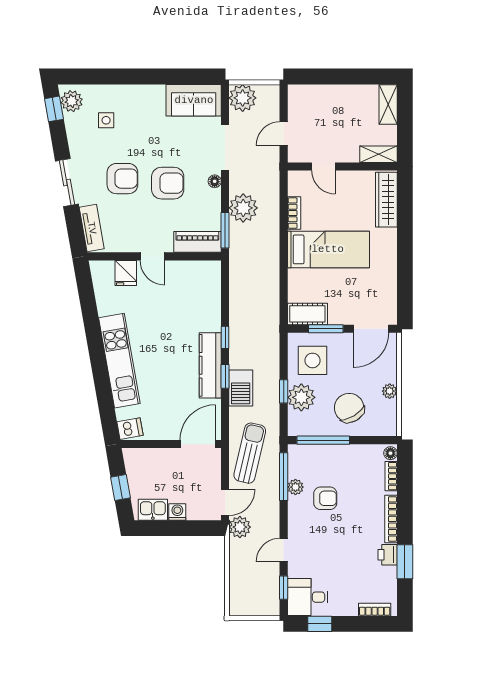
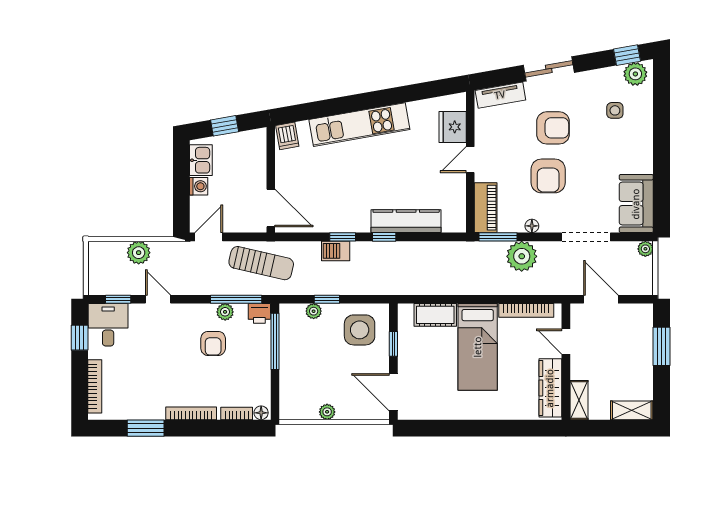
window: (328, 77) -> (661, 346), added
plant: (243, 98) -> (645, 249), width x0.53, depth x0.53
door: (284, 134) -> (601, 299), width x1.38
door: (323, 166) -> (566, 342), hinge flipped
armchair: (122, 179) -> (553, 128), turned -90
floor lamp: (215, 181) -> (532, 226), moved
wardrobe: (386, 200) -> (550, 388), moved, turned -90
bookcase: (294, 213) -> (526, 310), width x1.56
fridge: (126, 273) -> (453, 127), width x1.38
cot: (307, 314) -> (435, 315), moved, turned 90
window: (326, 329) -> (393, 344), width x0.67
kitchen counter: (210, 365) -> (406, 221), moved
barbecue: (241, 388) -> (336, 251), width x0.73, depth x0.79
plant: (301, 397) -> (314, 311), width x0.53, depth x0.53
chair: (349, 408) -> (309, 369), removed
door: (225, 502) -> (209, 237), swing flipped
plant: (240, 527) -> (139, 253), moved
printer: (388, 555) -> (259, 313), moved, turned 180
bookcase: (375, 610) -> (95, 386), width x1.56

